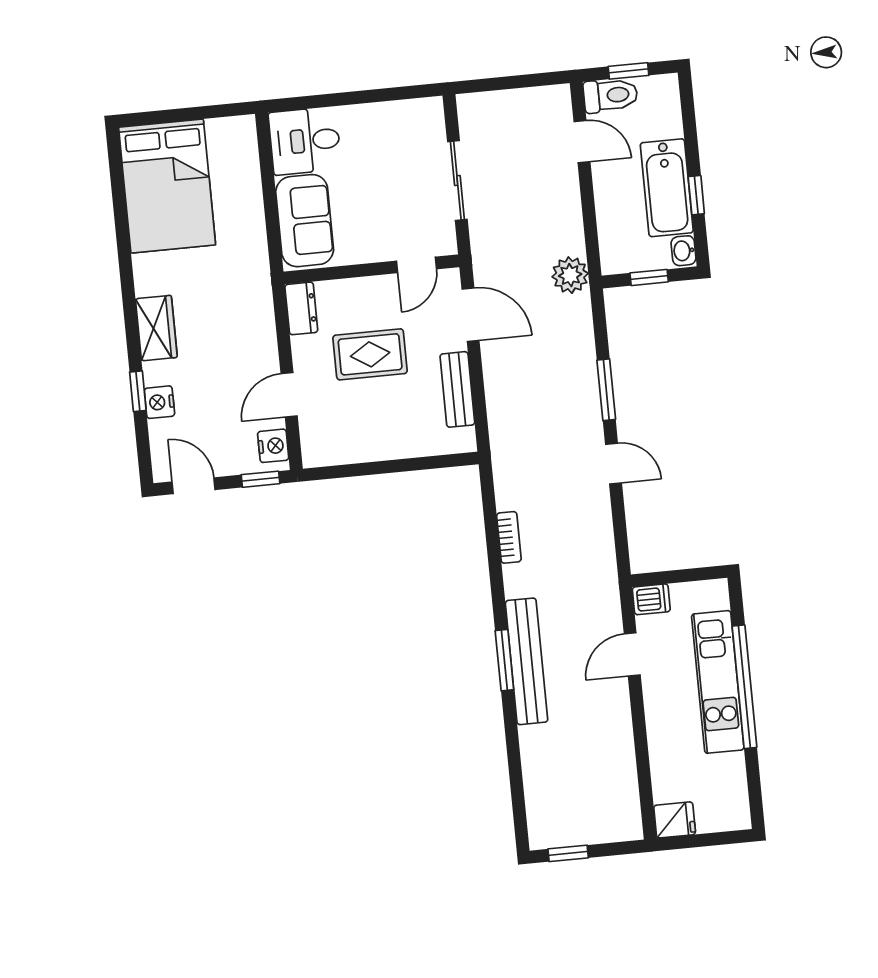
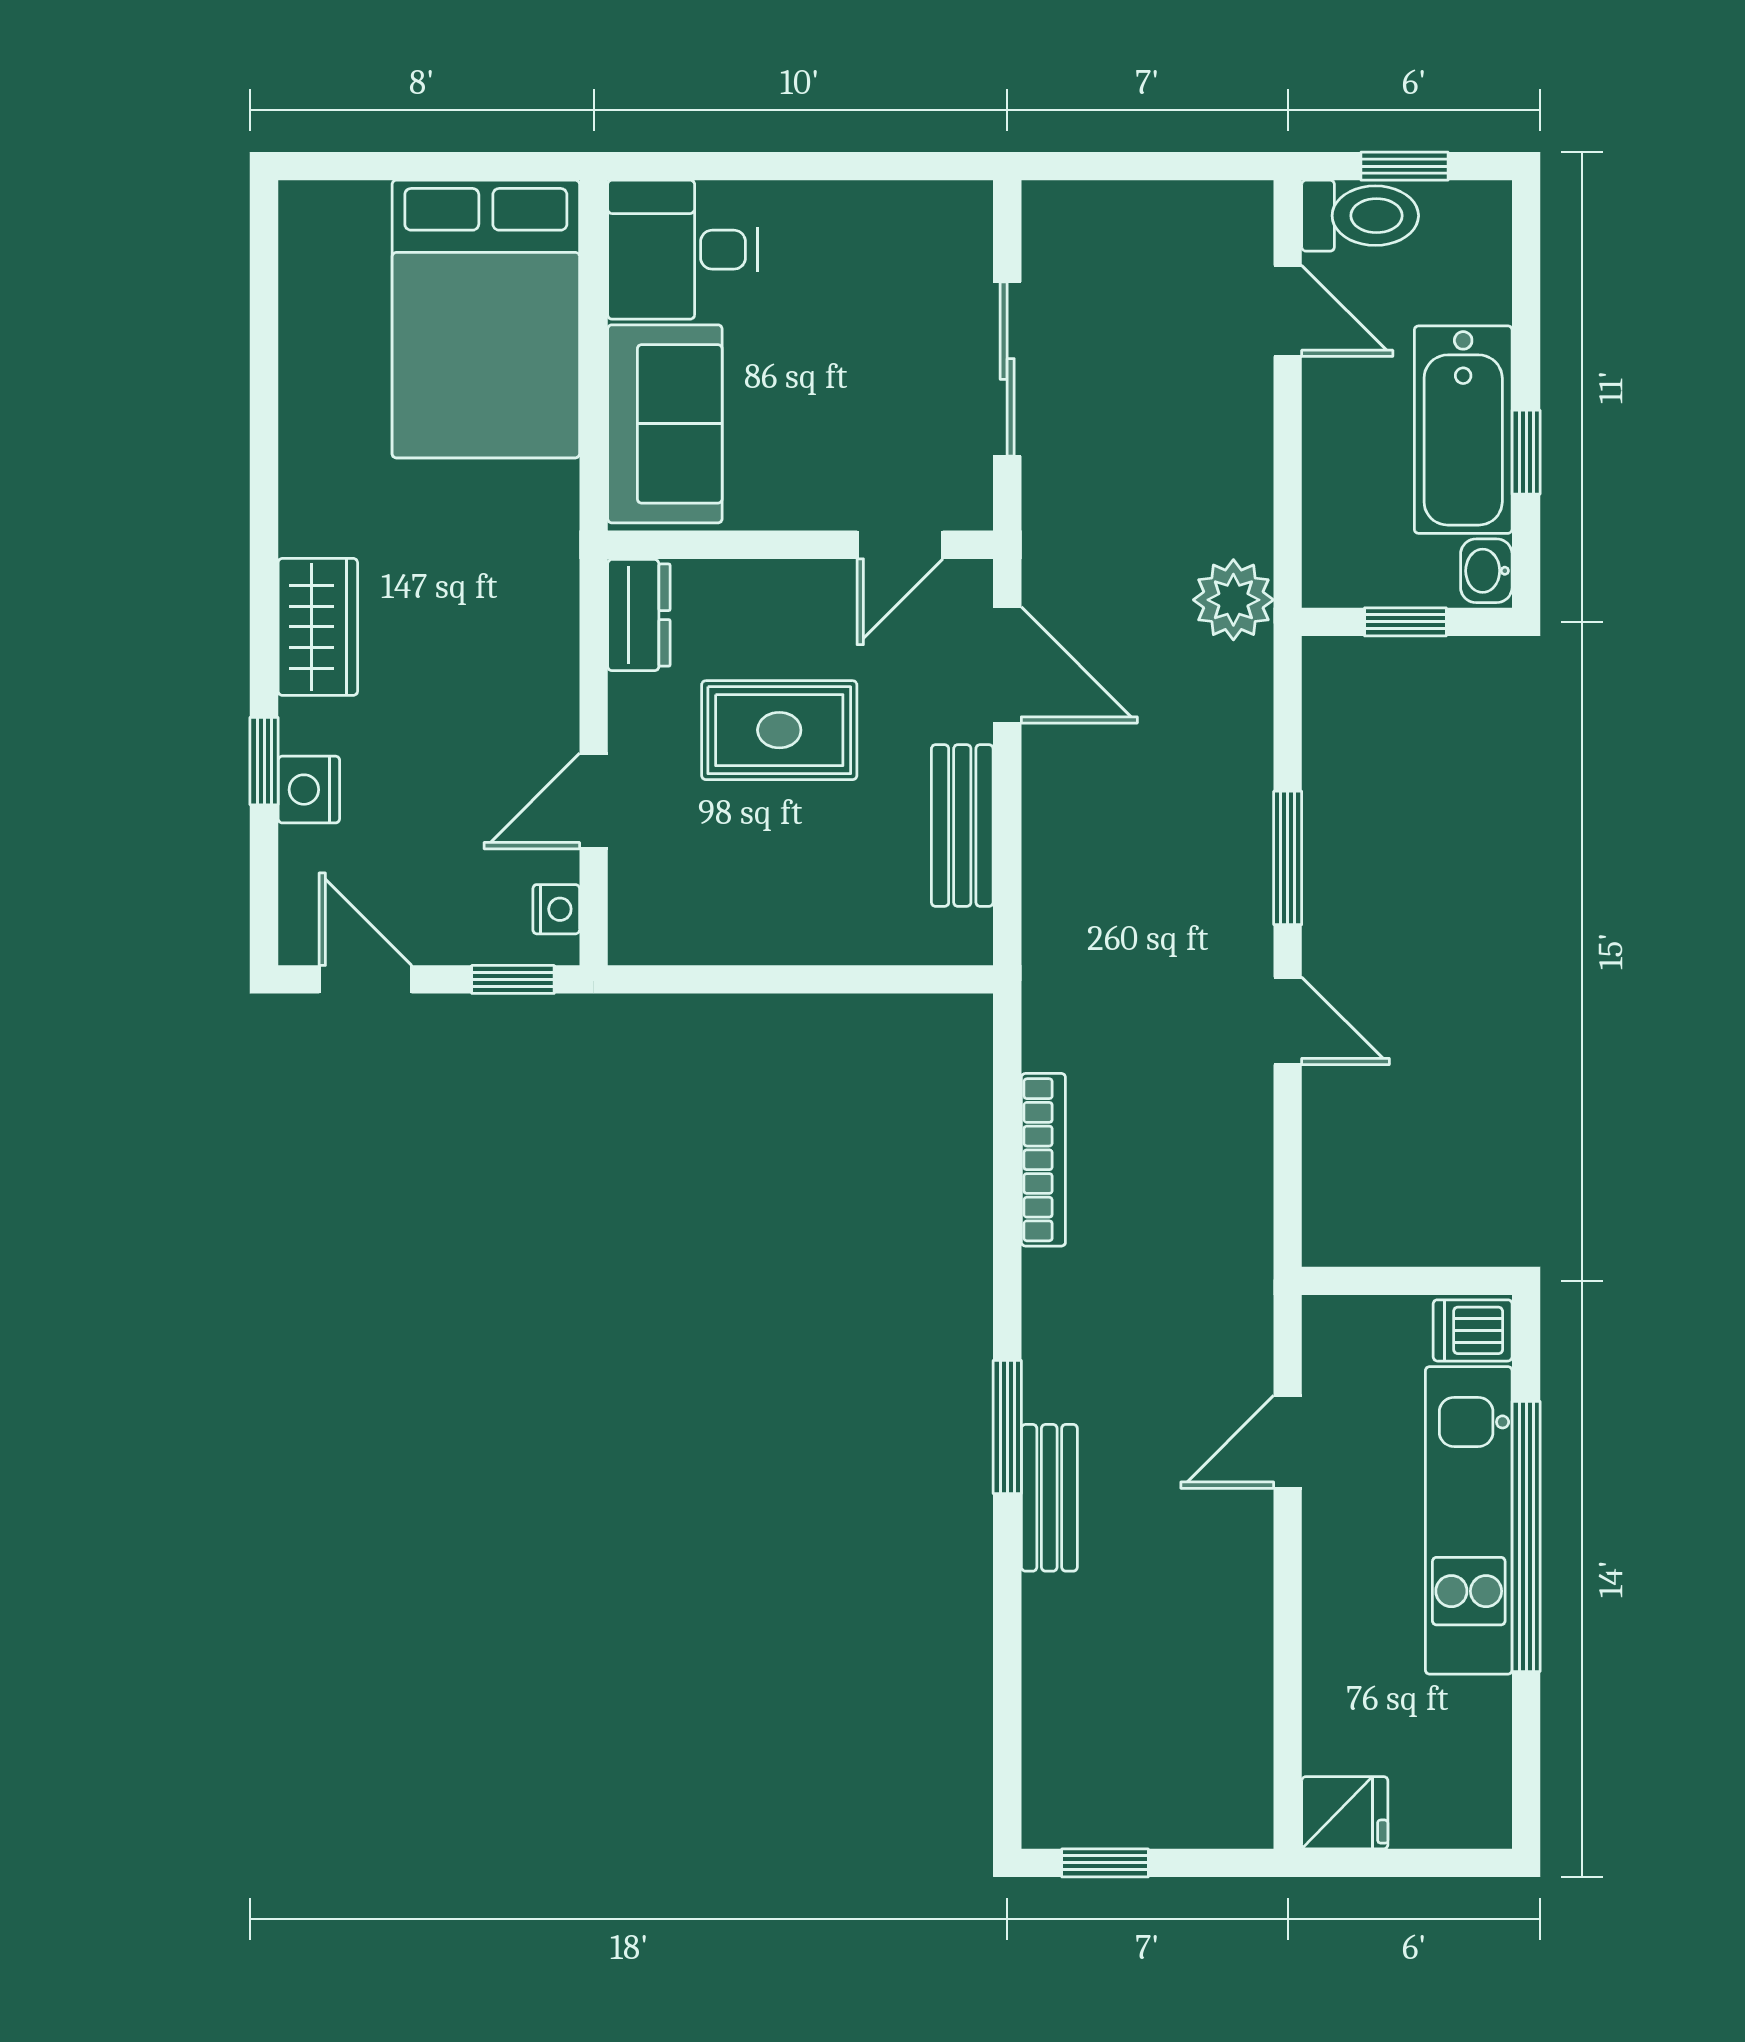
bed: (167, 186) -> (486, 319), moved
nightstand: (273, 446) -> (556, 909), width x0.72, depth x0.74
bookcase: (509, 537) -> (1043, 1160), width x1.56
dishwasher: (651, 599) -> (1473, 1330), moved, turned 180
bench: (527, 661) -> (1049, 1498), width x0.54, depth x0.82

